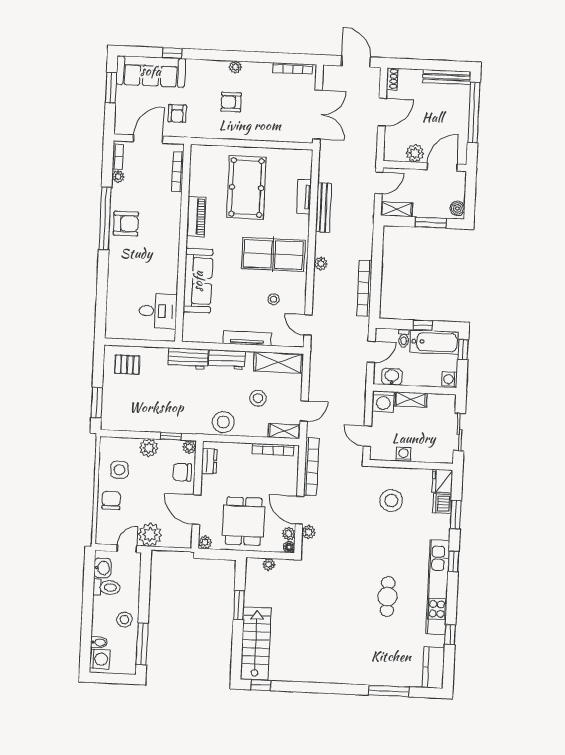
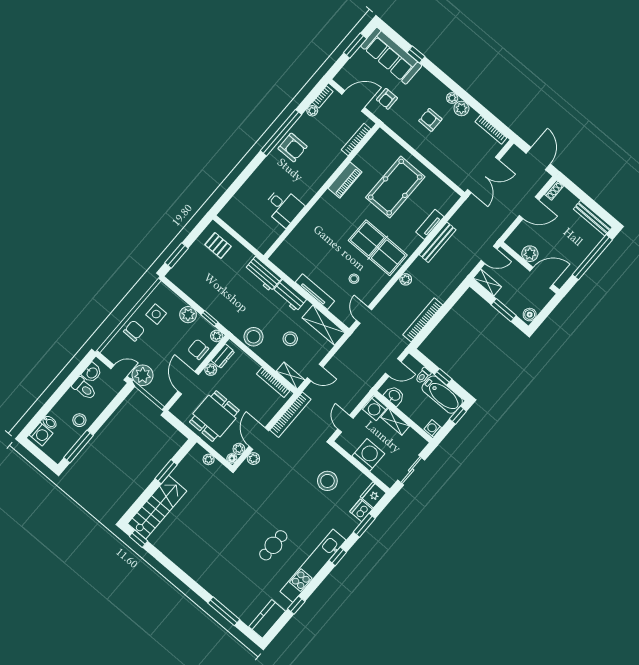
plant: (251, 70) -> (461, 108), added
sofa: (198, 281) -> (312, 226), removed
desk: (158, 311) -> (283, 207), moved
washing machine: (403, 454) -> (368, 455), width x1.89, depth x1.89
plant: (205, 542) -> (211, 370), moved

